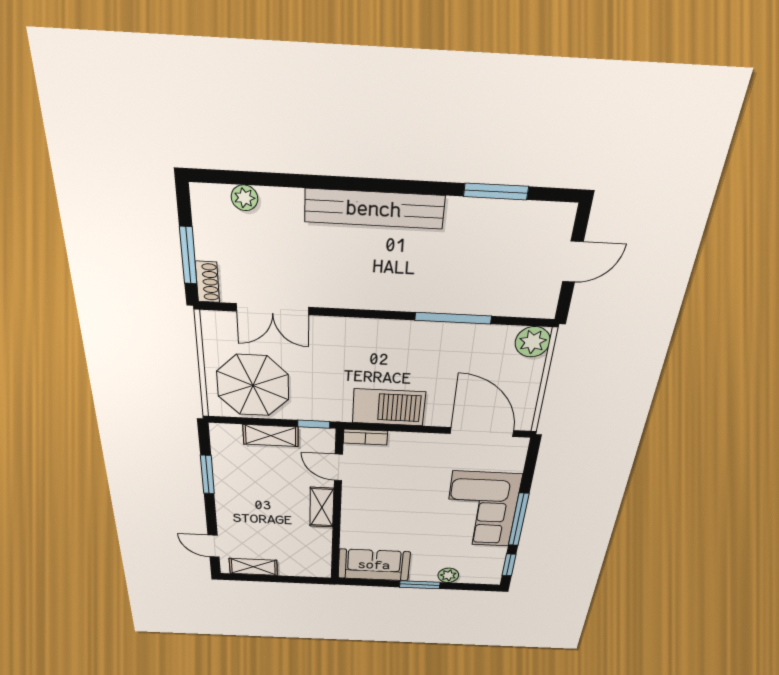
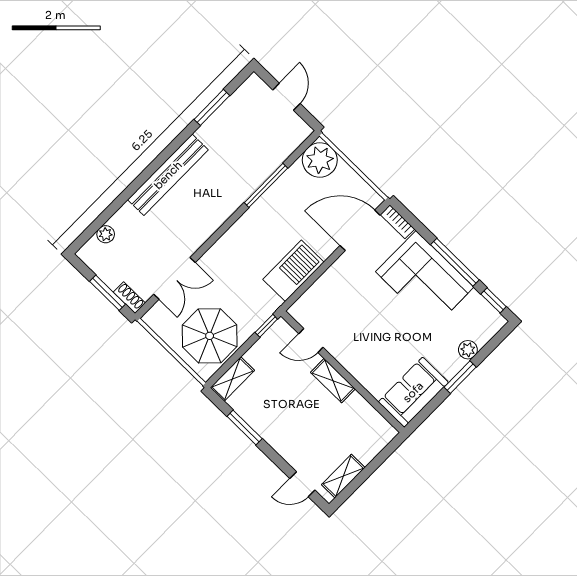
plant: (533, 342) -> (320, 160), width x1.36, depth x1.36
shelving: (271, 436) -> (232, 379), moved
bookcase: (365, 437) -> (397, 222), moved, turned 90

